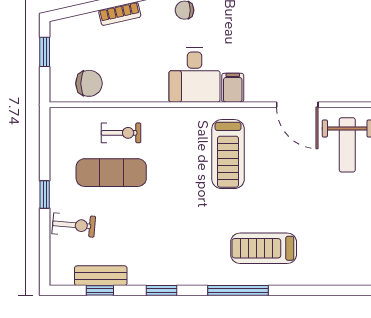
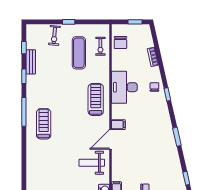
desk: (195, 75) -> (124, 87), width x1.37
filing cabinet: (233, 88) -> (118, 125), moved
exercise bike: (121, 133) -> (100, 46), moved
treadmill: (228, 154) -> (96, 99), moved, turned 90
bench: (101, 276) -> (31, 62), moved

